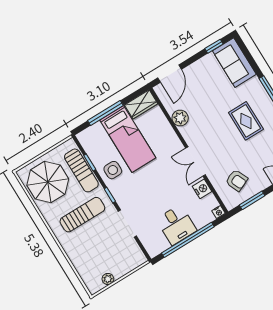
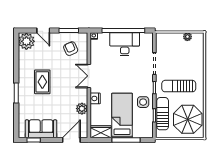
sofa: (234, 63) -> (41, 129), moved, turned -90
double door: (195, 161) -> (89, 76), swing flipped
nightstand: (202, 189) -> (95, 98), moved
desk: (176, 225) -> (125, 44), width x1.37

